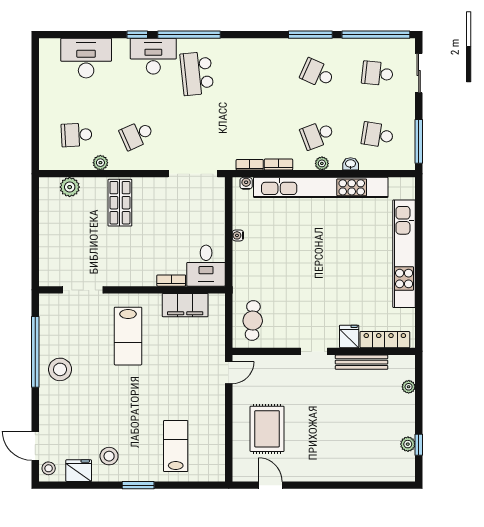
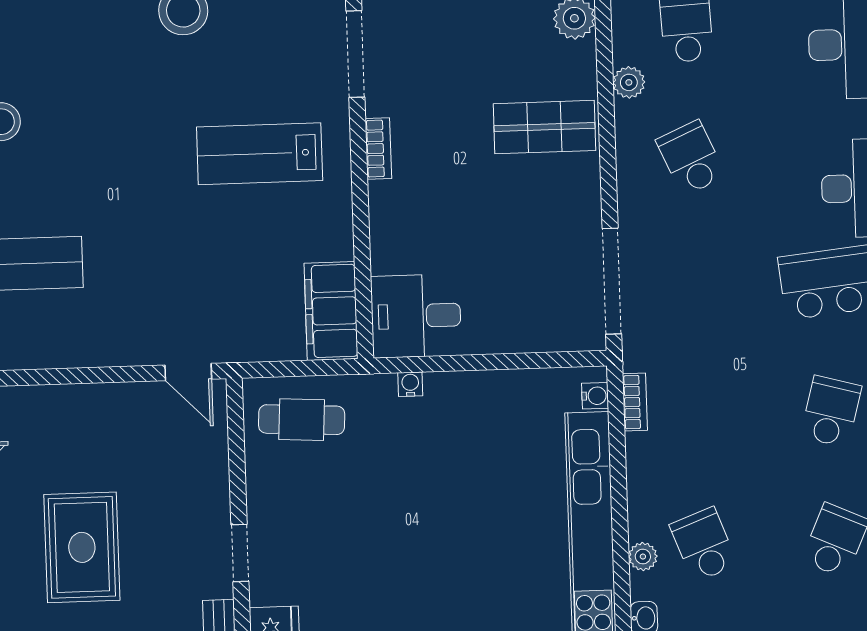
school desk: (257, 73) -> (831, 411), added
bookcase: (278, 165) -> (637, 464), removed
water cooler: (238, 235) -> (410, 384), moved
bookcase: (171, 281) -> (378, 148), moved
filing cabinet: (185, 305) -> (331, 311), moved
rug: (267, 429) -> (82, 547), moved, turned 90

